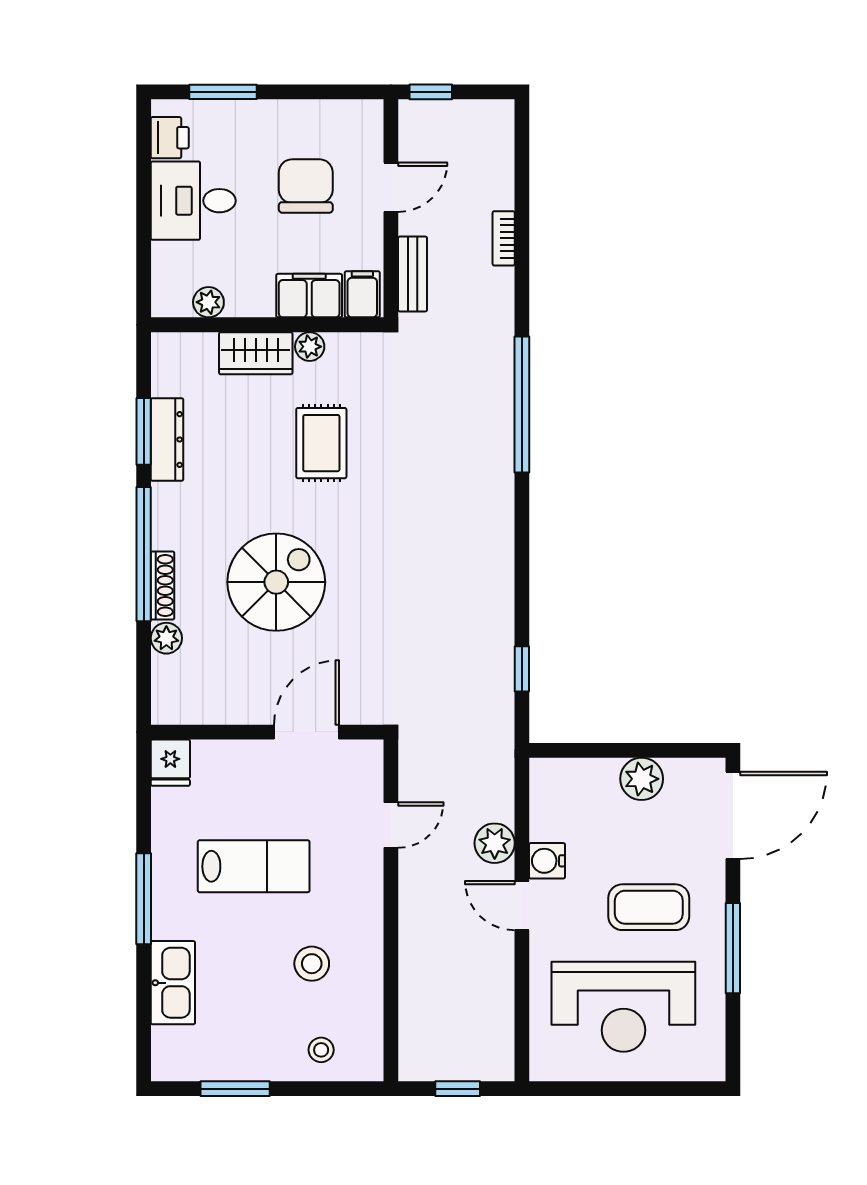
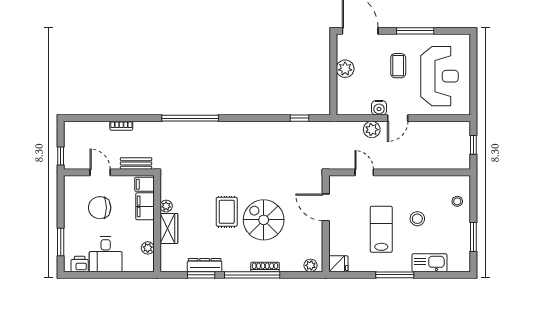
rug: (321, 443) -> (227, 212), moved, turned 90
plant: (166, 638) -> (311, 265), moved
coffee table: (649, 907) -> (398, 66), width x0.73, depth x0.77
stool: (312, 964) -> (417, 219), moved

